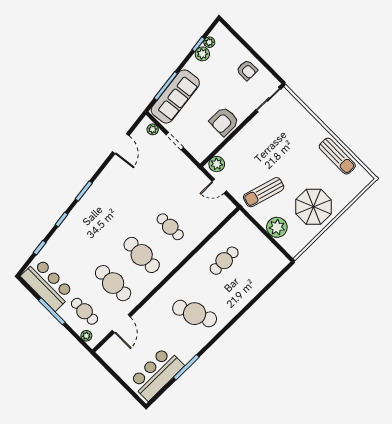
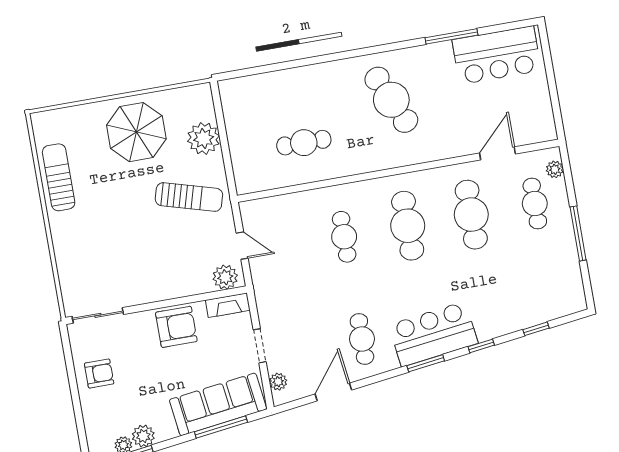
armchair: (247, 70) -> (99, 374), turned 90
fireplace: (205, 151) -> (228, 305), added
cafe table: (125, 181) -> (362, 339), added
bar counter: (48, 284) -> (433, 334), moved, turned 83

